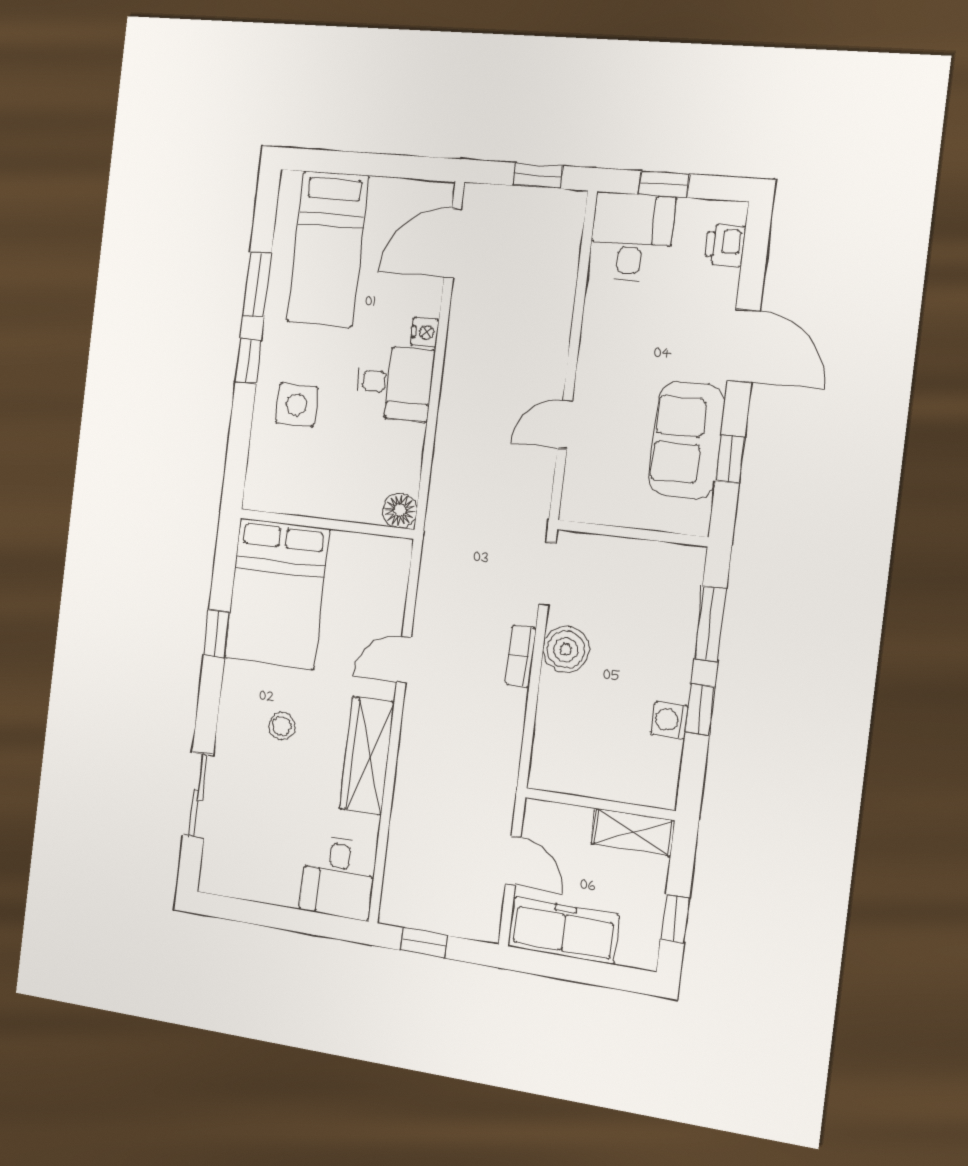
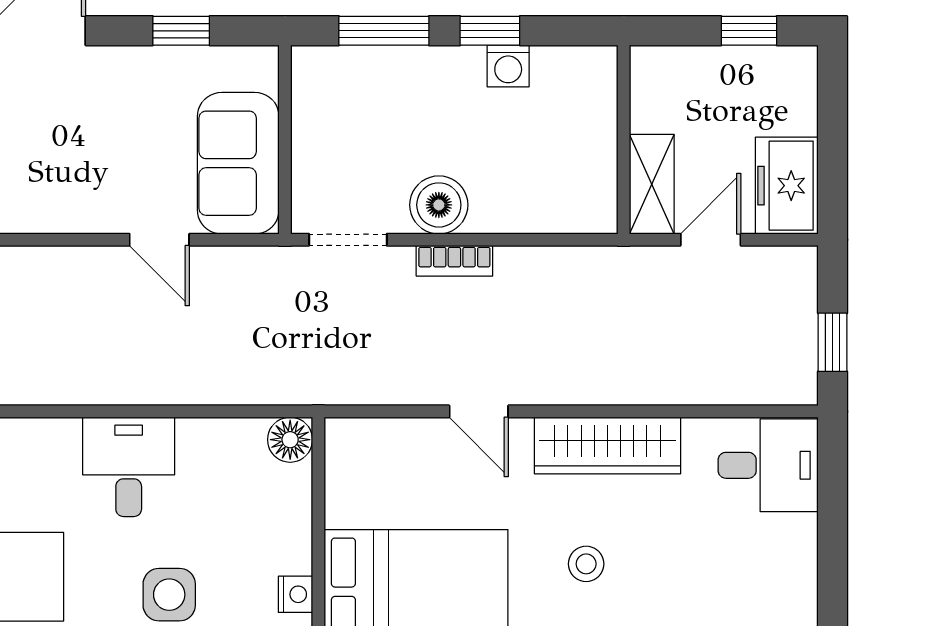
nightstand: (425, 332) -> (295, 594), moved, turned 90
sofa: (687, 440) -> (238, 163), moved, turned 90
shelving: (633, 832) -> (652, 184), moved
freezer: (563, 930) -> (787, 186), width x0.71

